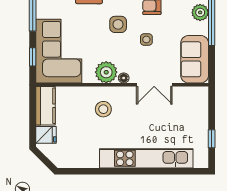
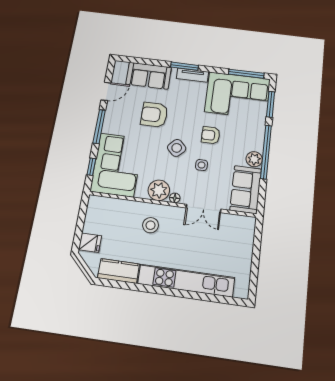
plant: (200, 12) -> (254, 159), moved
side table: (118, 24) -> (177, 148), turned 45
kitchen counter: (45, 106) -> (119, 271), moved, turned -90
window: (212, 139) -> (255, 270), removed

